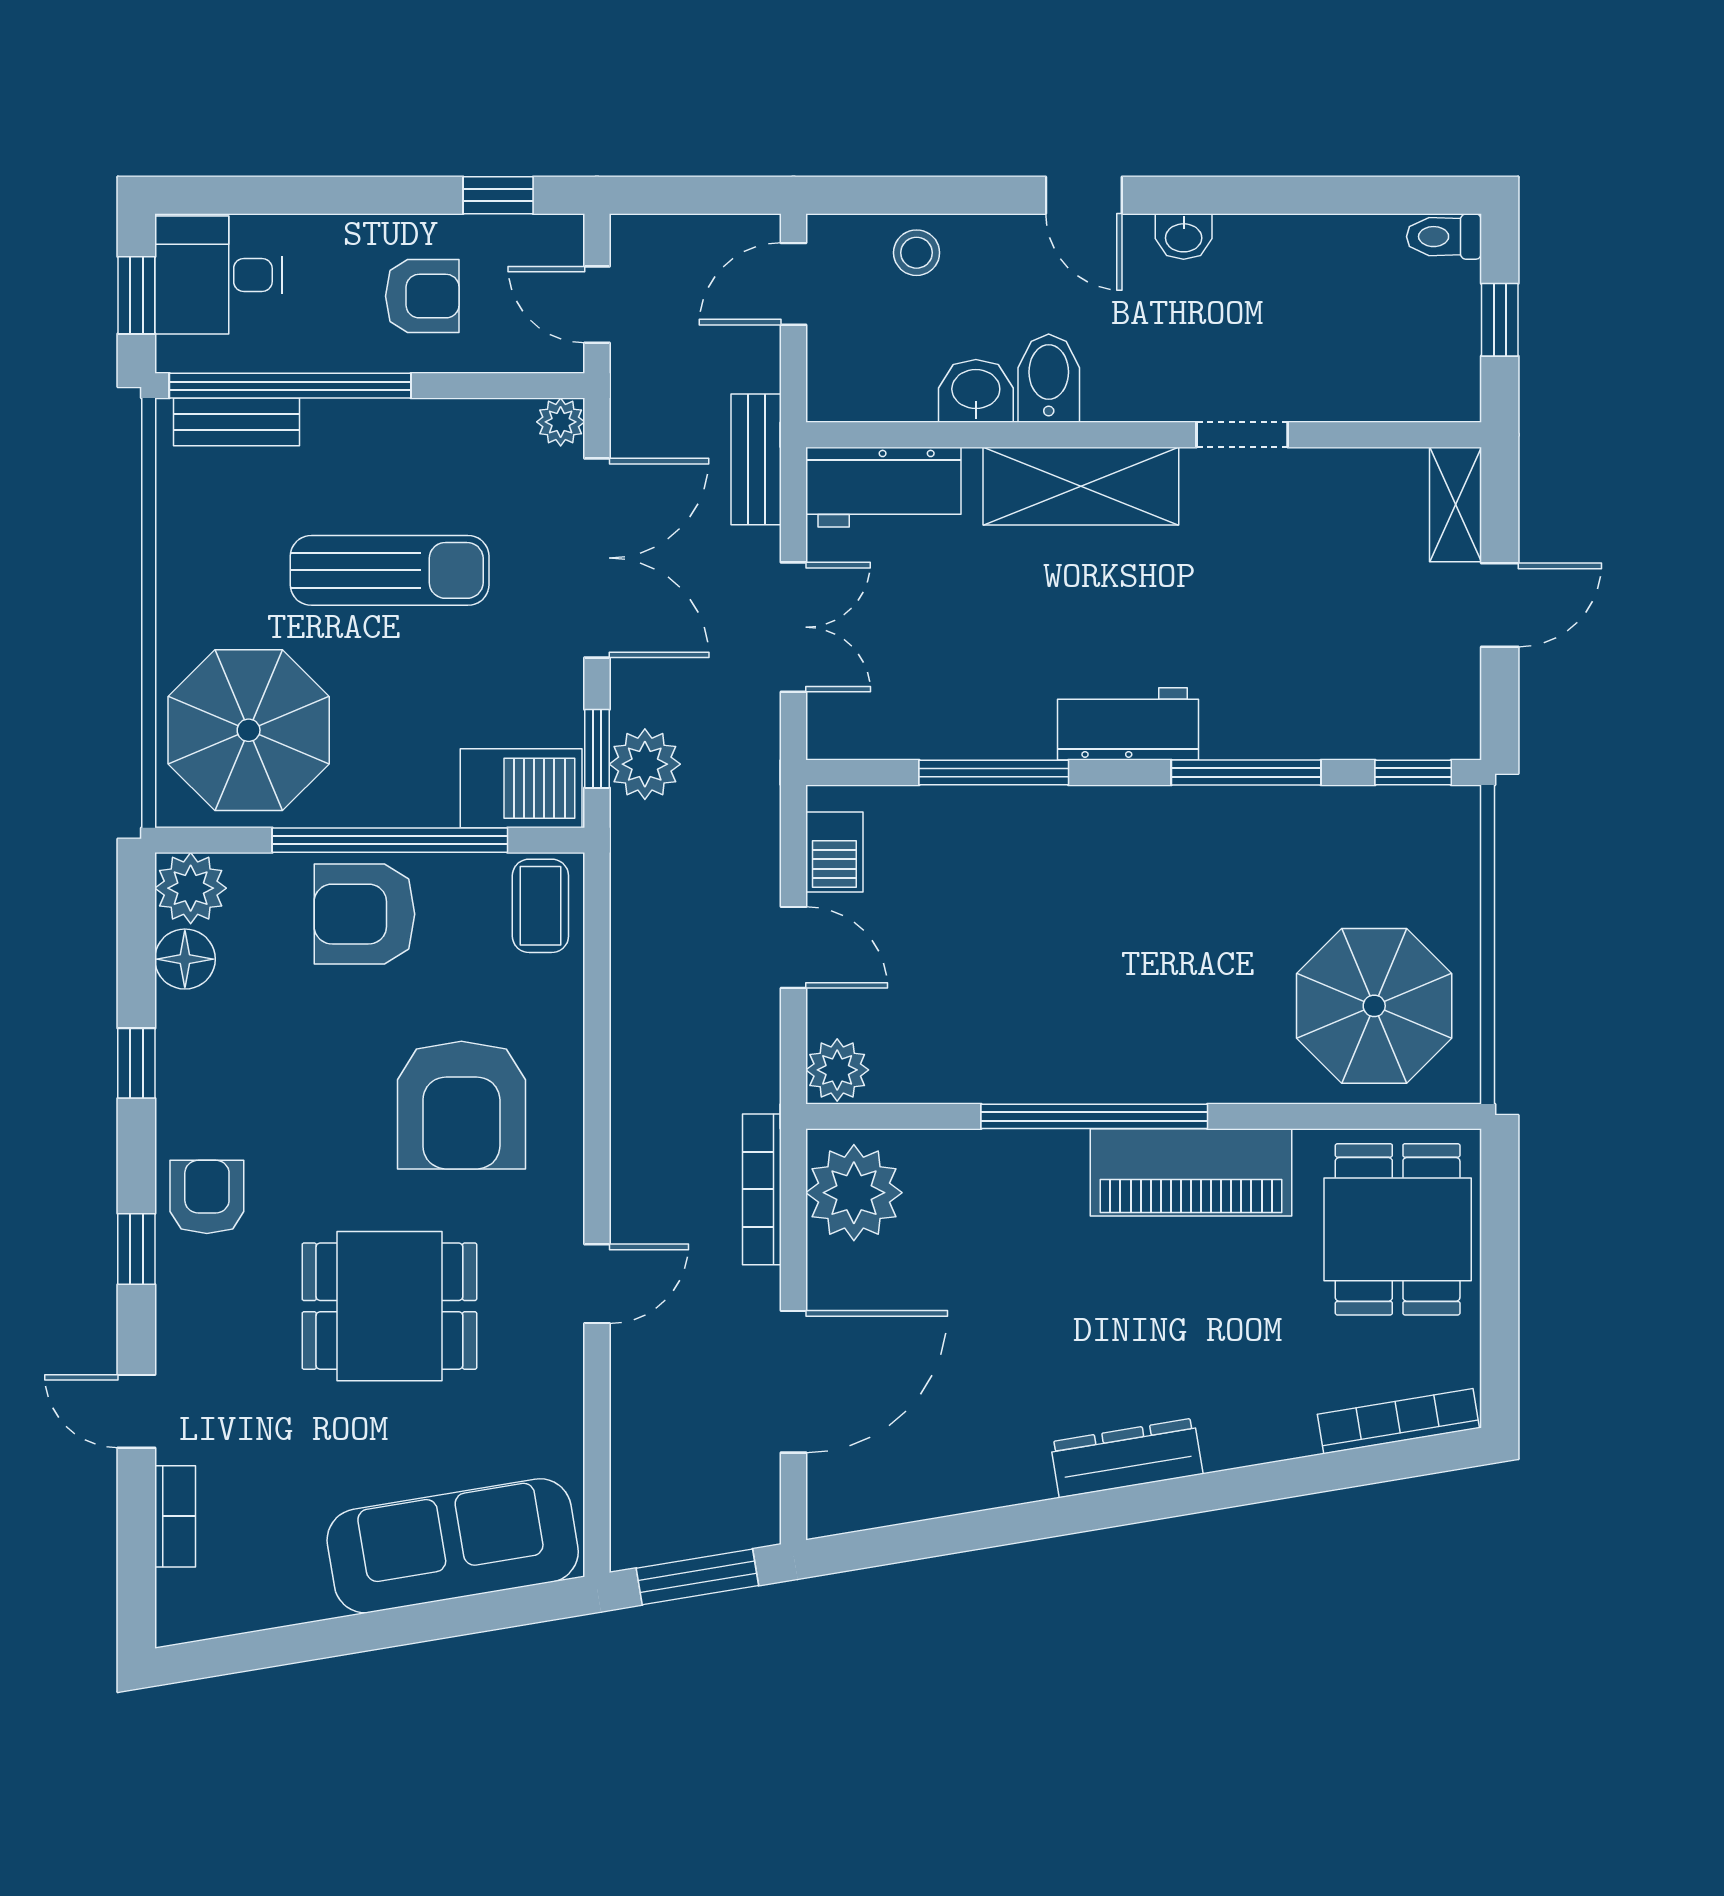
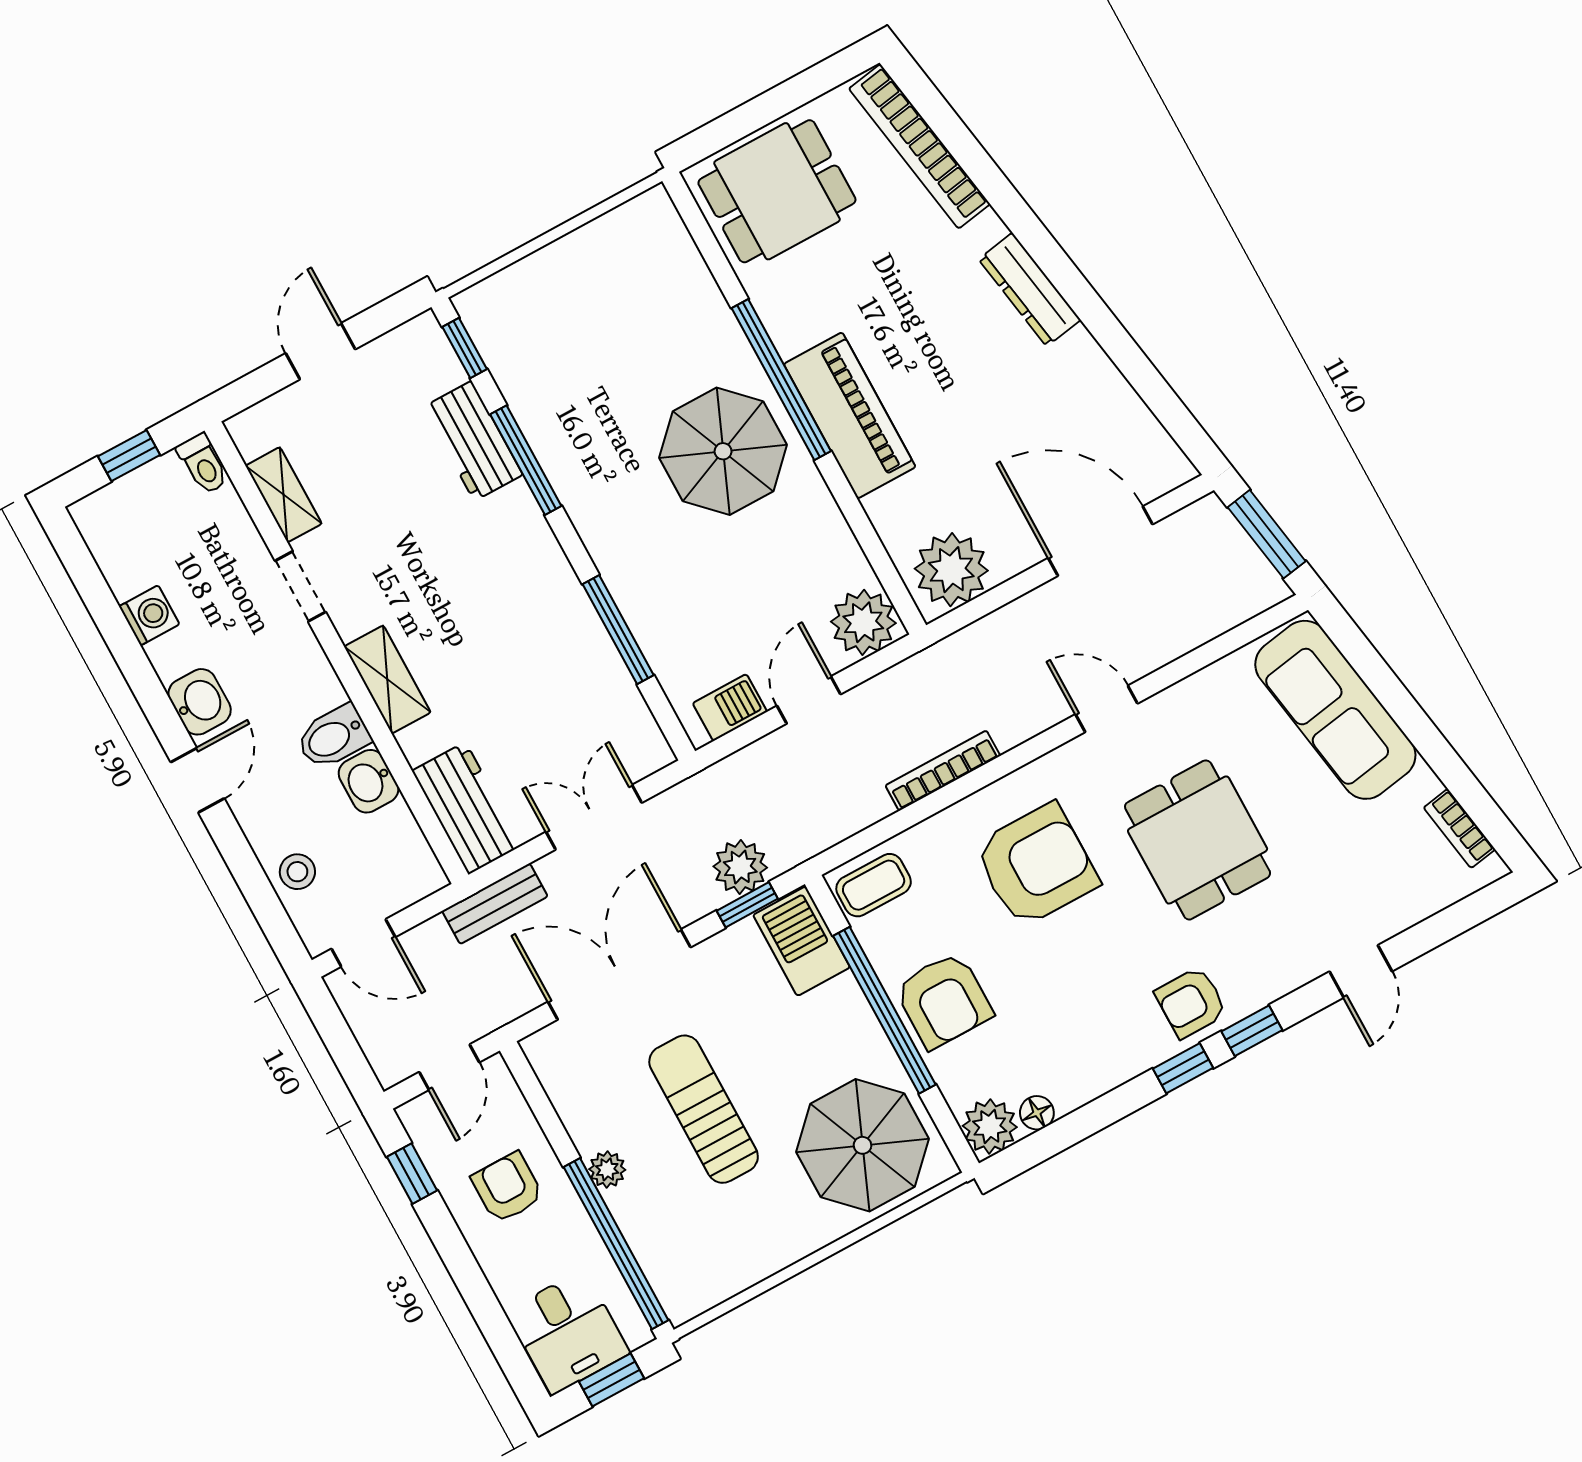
washbasin: (1184, 236) -> (200, 702), width x1.38, depth x1.45
toilet: (1444, 237) -> (203, 464), moved
washing machine: (1304, 243) -> (149, 615), added
bench: (237, 422) -> (660, 1266), removed
plant: (561, 422) -> (607, 1169), moved
shelving: (1081, 486) -> (387, 679), width x0.67, depth x0.75
shelving: (1455, 505) -> (284, 495), moved, turned 90
door: (1500, 605) -> (320, 351), hinge flipped
workbench: (1128, 724) -> (473, 441), moved
floor lamp: (185, 959) -> (1037, 1113), width x0.73, depth x0.73
parasol: (1374, 1006) -> (723, 451), moved
window: (136, 1063) -> (1183, 1068), moved
plant: (837, 1070) -> (863, 622), width x1.36, depth x1.36
window: (1094, 1116) -> (781, 380), moved
piano: (1191, 1172) -> (850, 415), moved
bookcase: (762, 1189) -> (943, 771), moved, turned 180
bookcase: (1398, 1421) -> (919, 146), width x1.48, depth x1.31
bookcase: (175, 1516) -> (1459, 828), moved, turned -99

